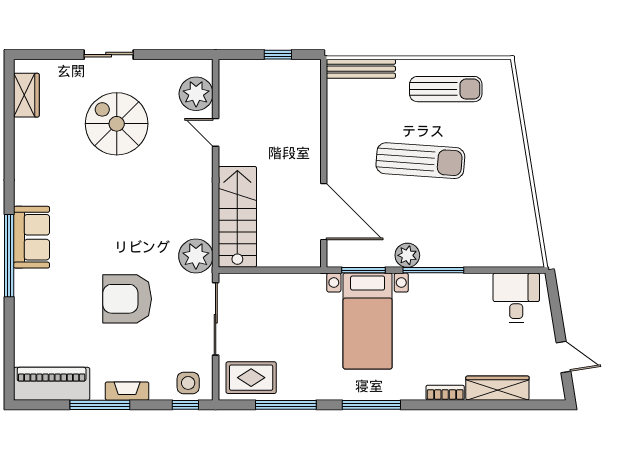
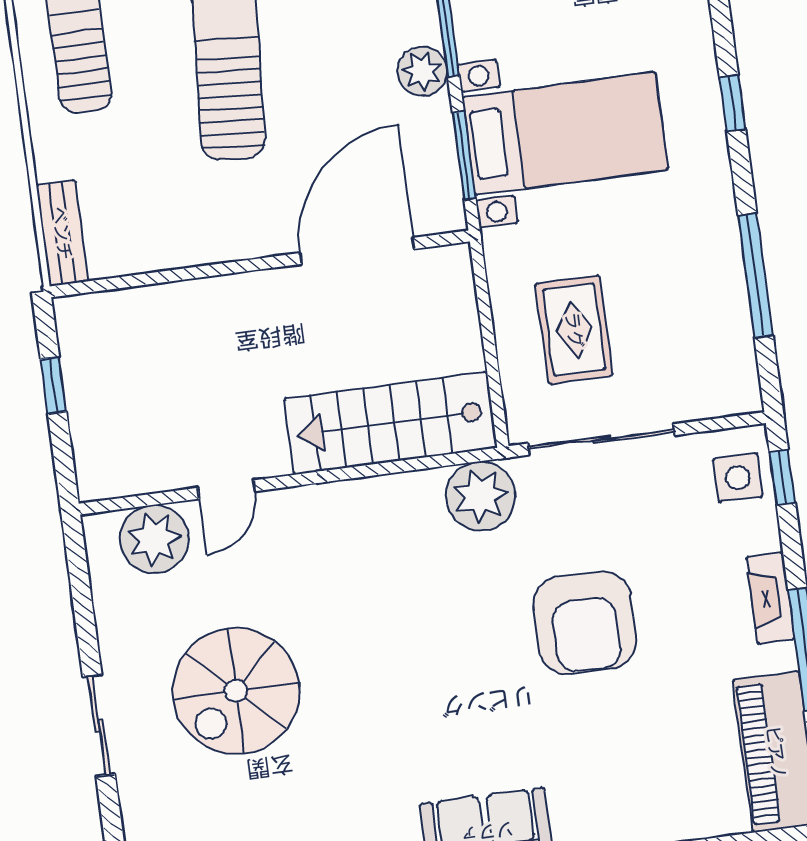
bench: (361, 69) -> (62, 233), width x0.73
rug: (251, 378) -> (574, 330), moved
window: (371, 405) -> (733, 103), width x0.46

